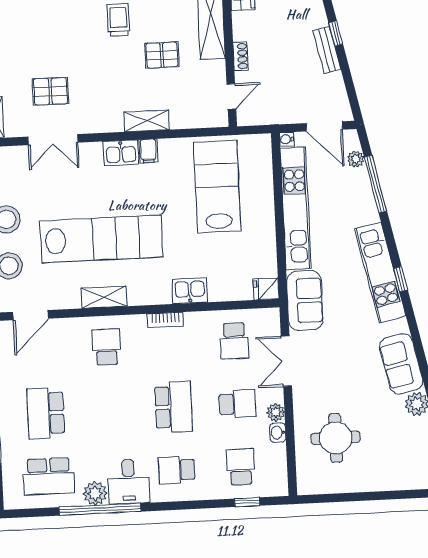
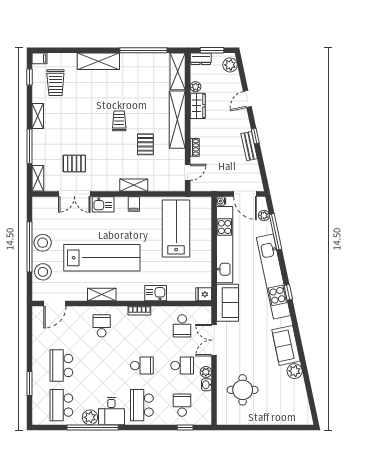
pallet: (162, 55) -> (145, 144), turned 90
kitchen sink: (121, 153) -> (103, 204), moved
kitchen unit: (380, 272) -> (273, 277), width x1.36
school desk: (173, 407) -> (142, 365), width x0.54
school desk: (177, 470) -> (142, 405), width x1.85
school desk: (49, 476) -> (61, 405), turned 90

